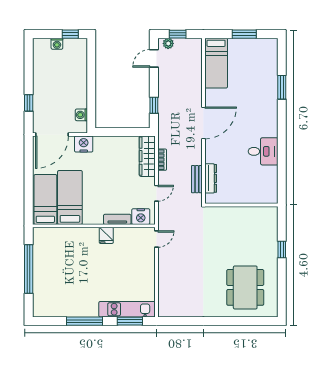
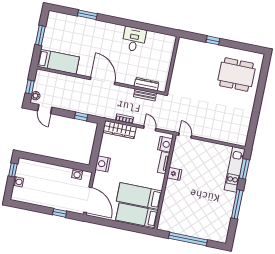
nightstand: (84, 144) -> (103, 164), moved

